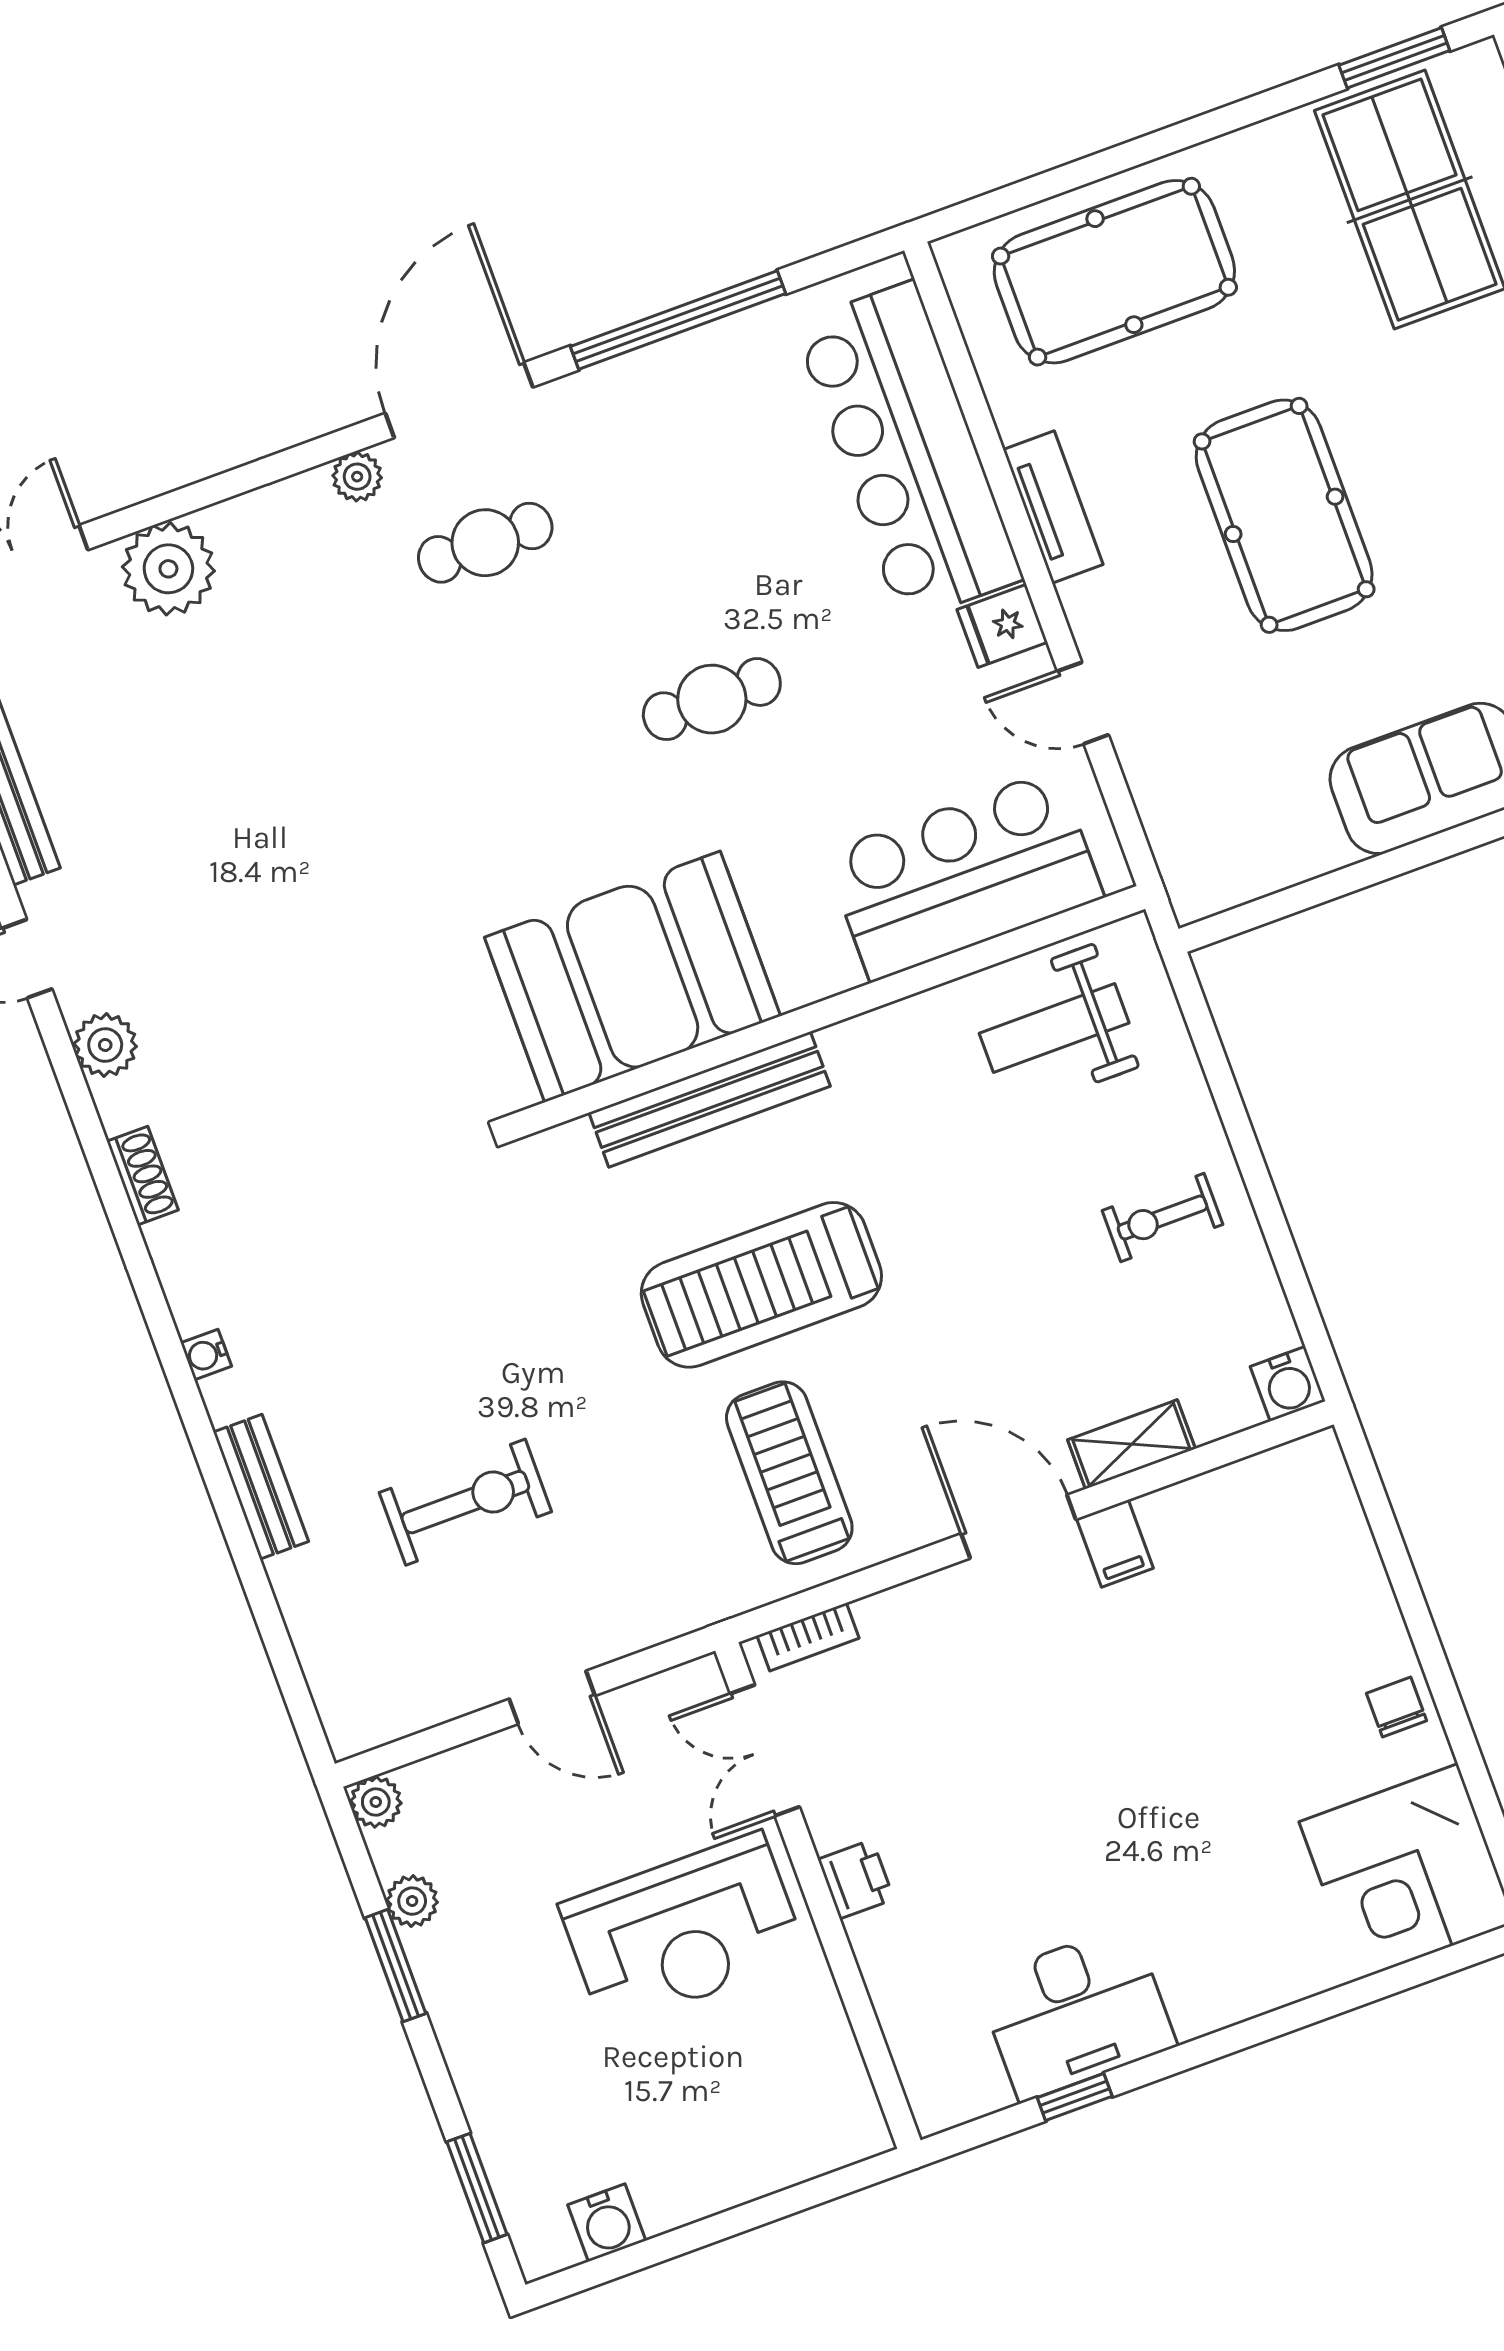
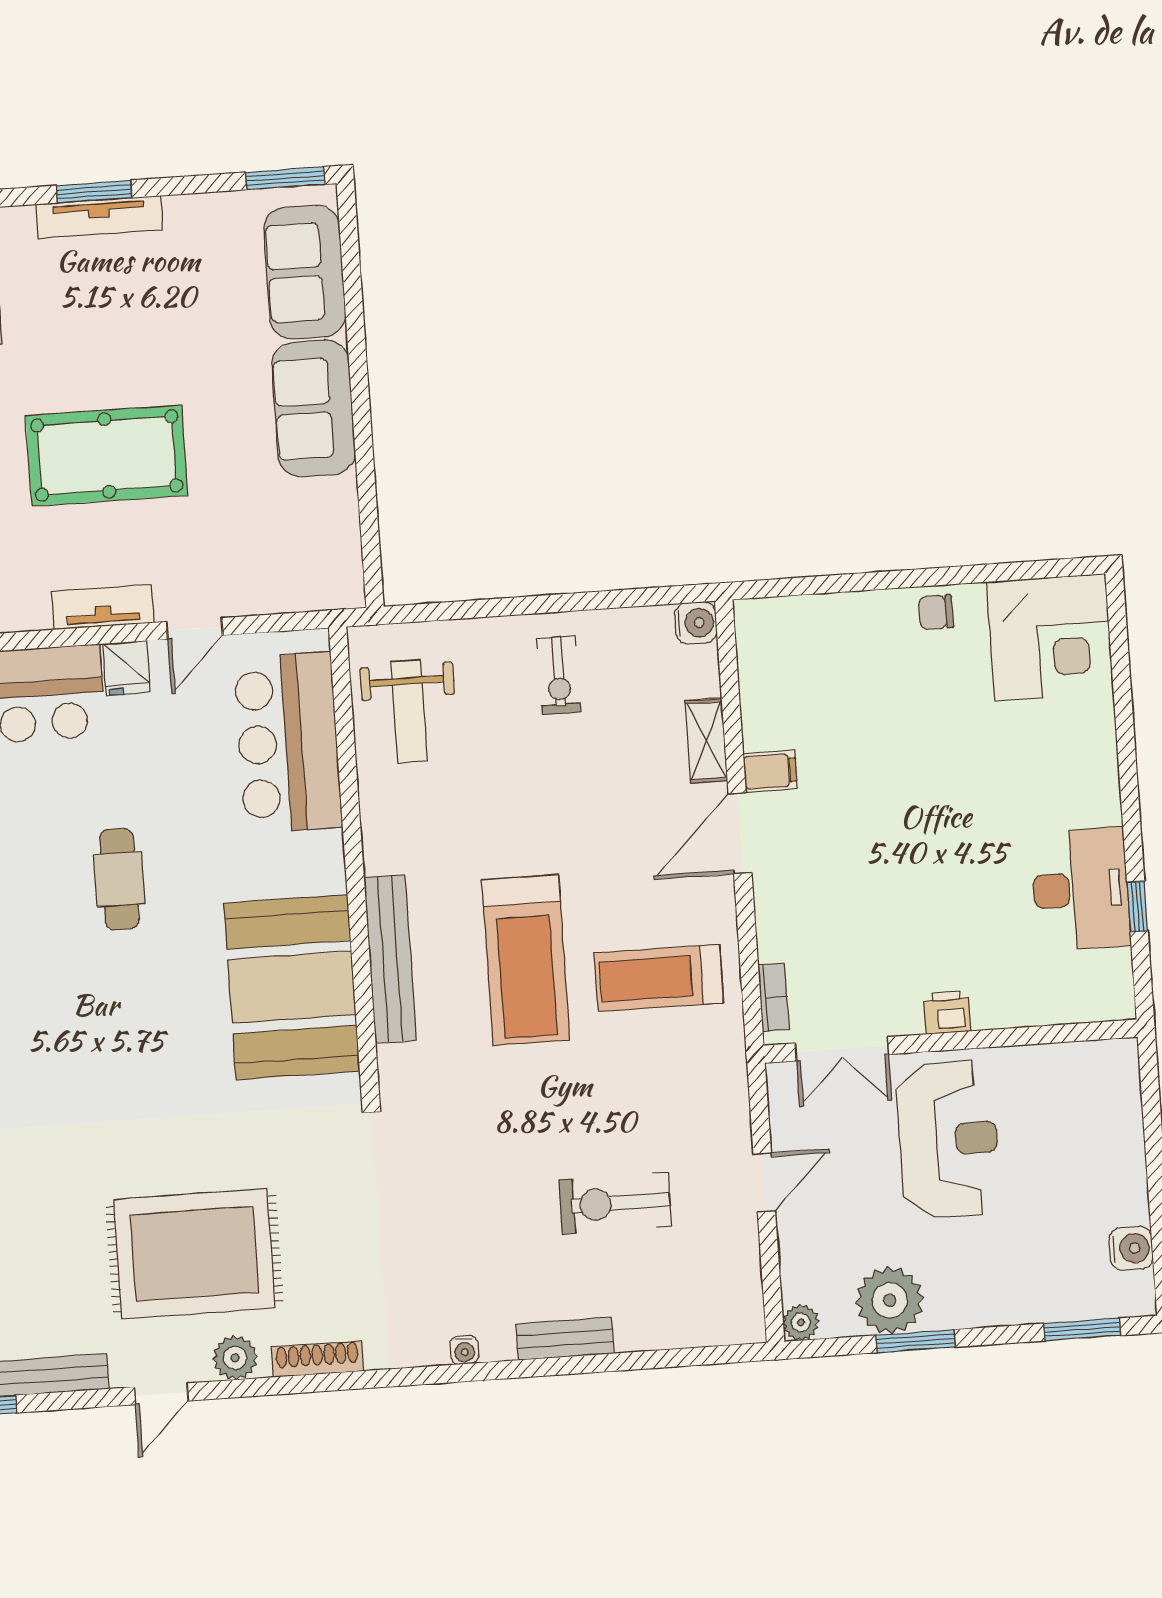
tv unit: (1053, 507) -> (103, 607), moved
rug: (231, 949) -> (194, 1254), added
shoe rack: (143, 1176) -> (317, 1359), width x1.43
exercise bike: (465, 1502) -> (615, 1203), turned -90
plant: (412, 1901) -> (890, 1300), width x1.87, depth x1.87

